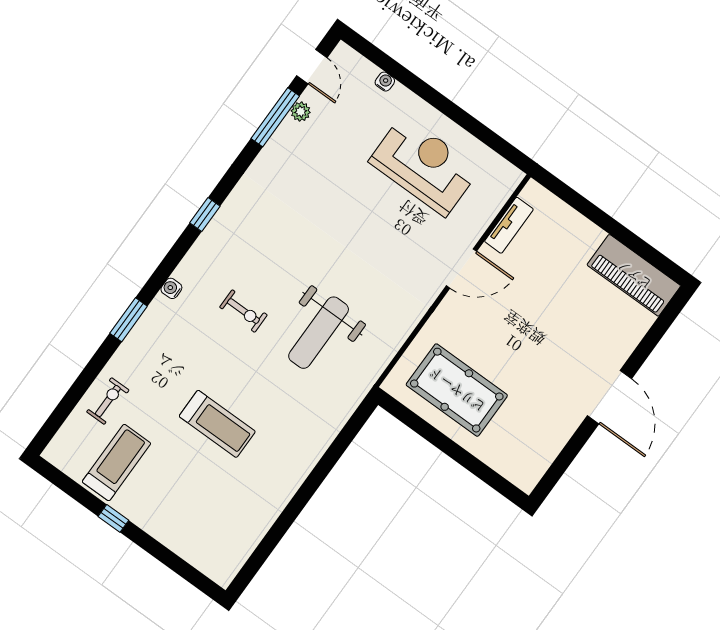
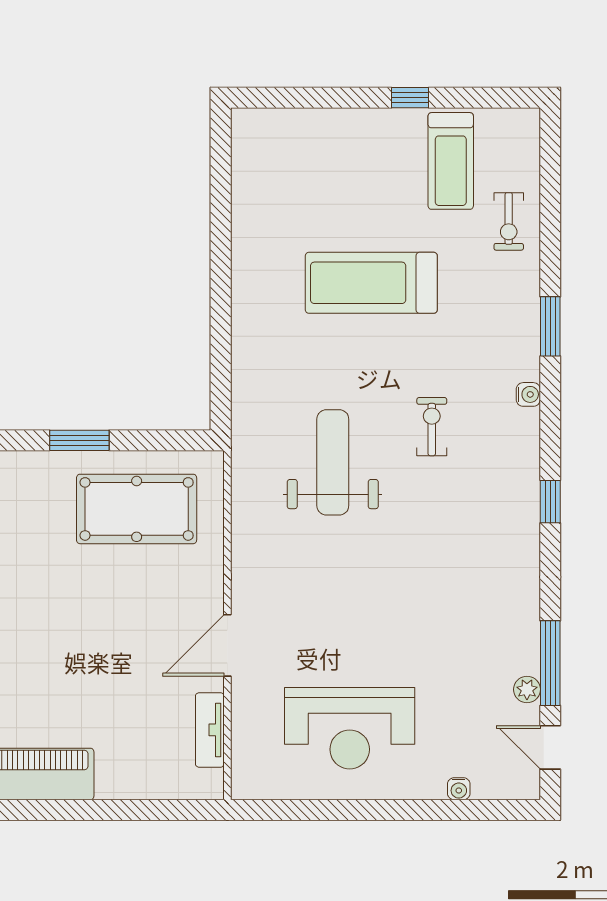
exercise bike: (243, 311) -> (432, 427), turned 90
treadmill: (217, 424) -> (371, 283), width x1.37, depth x1.38
window: (461, 456) -> (79, 440), added

